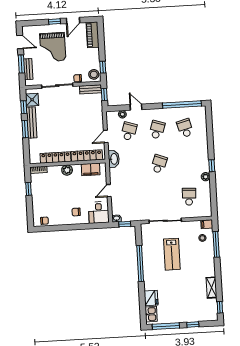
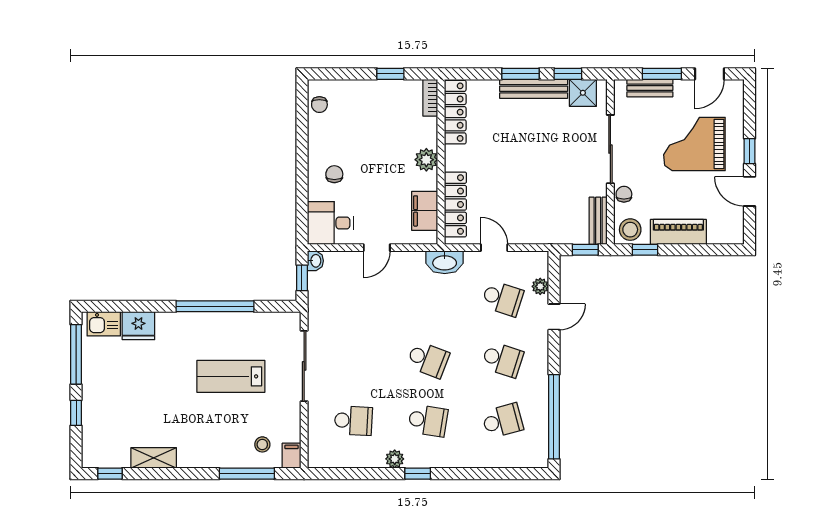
piano: (93, 35) -> (678, 232), moved
locker: (56, 157) -> (455, 112), moved
school desk: (187, 162) -> (428, 421), added
door: (109, 191) -> (377, 248), swing flipped

